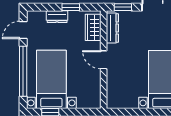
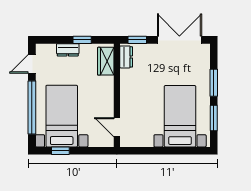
dresser: (112, 28) -> (126, 57), width x0.70
door: (104, 60) -> (117, 127), moved

